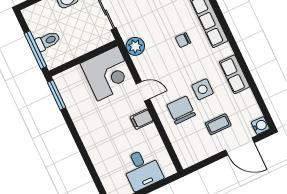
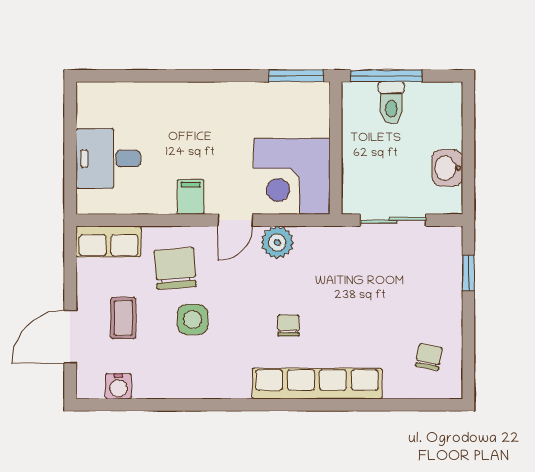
plant: (135, 46) -> (277, 242), moved
row of seats: (235, 74) -> (109, 241), moved, turned 180
chair: (181, 110) -> (175, 268), turned -94
water cooler: (260, 126) -> (118, 386), moved

